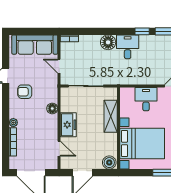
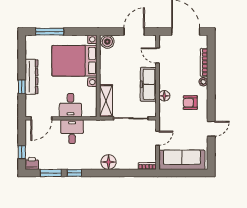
desk: (128, 47) -> (72, 132), moved, turned 180
door: (59, 66) -> (158, 138), hinge flipped
armchair: (25, 92) -> (190, 103), moved, turned 180
shelving: (111, 116) -> (106, 101), moved
freezer: (68, 125) -> (148, 84), width x1.40

